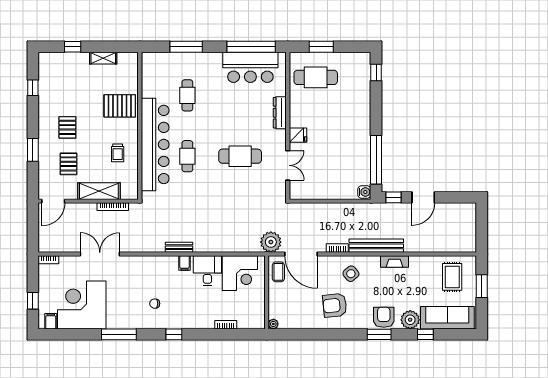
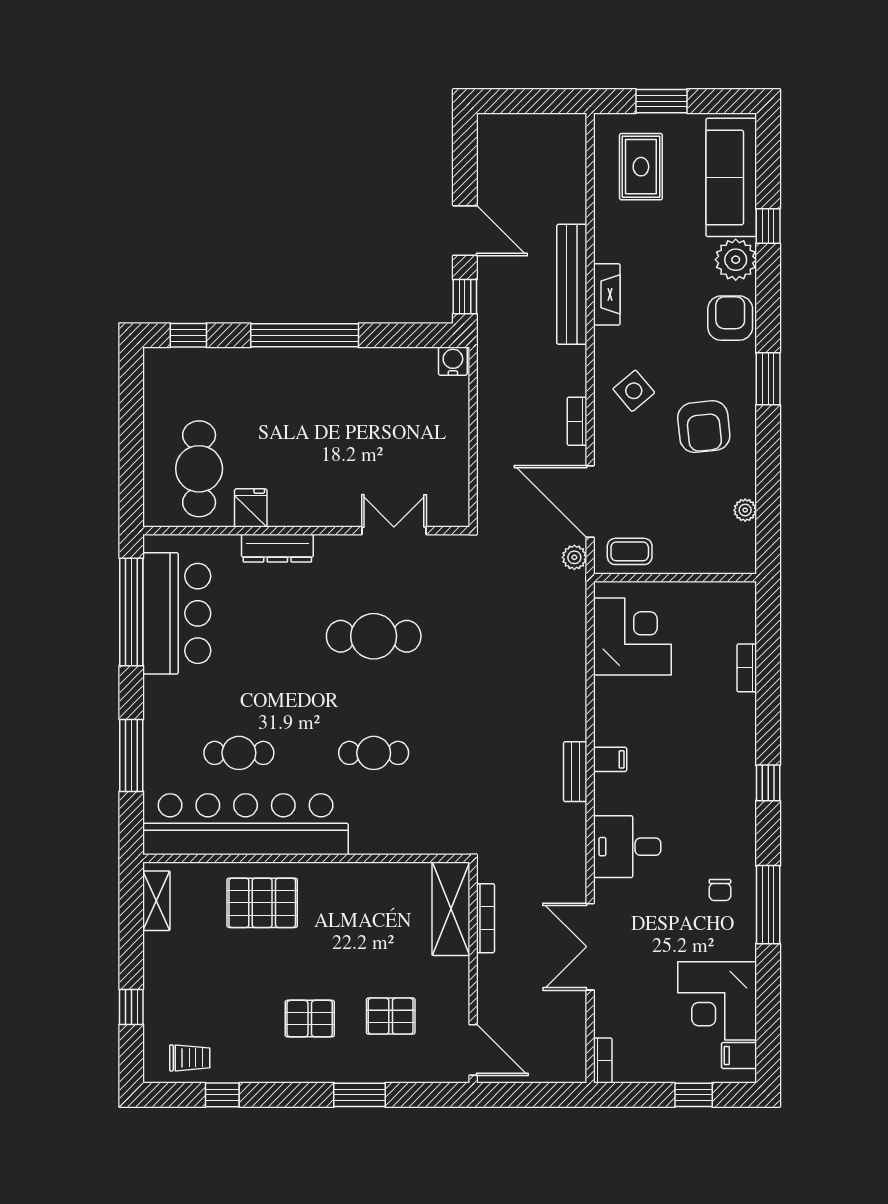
window: (321, 47) -> (131, 457), removed
shelving: (103, 58) -> (156, 901), moved
pallet: (120, 106) -> (262, 903), turned 90
fridge: (298, 135) -> (251, 508), moved
bar counter: (155, 144) -> (246, 824), moved
trolley: (118, 153) -> (190, 1058), moved
cafe table: (240, 156) -> (374, 636), turned 90
window: (376, 160) -> (305, 335), moved
shelving: (99, 191) -> (451, 909), moved
plant: (271, 242) -> (574, 557), width x0.53, depth x0.53
bench: (376, 246) -> (572, 284), moved
door: (301, 254) -> (590, 501), swing flipped
desk: (207, 271) -> (627, 847), moved
rug: (452, 277) -> (641, 167), turned 90
chair: (155, 304) -> (720, 890), moved
corner desk: (82, 305) -> (717, 1001), width x0.74, depth x0.74
armchair: (384, 317) -> (730, 318), turned 90
plant: (273, 324) -> (745, 510), moved
window: (379, 334) -> (768, 379), moved

